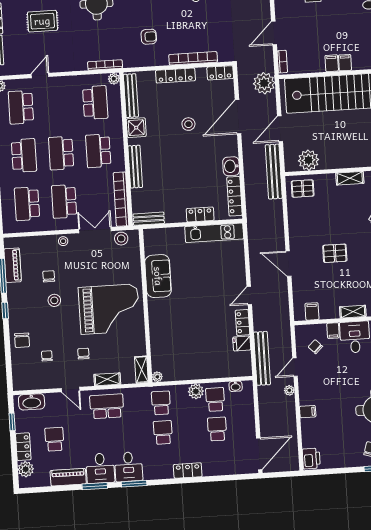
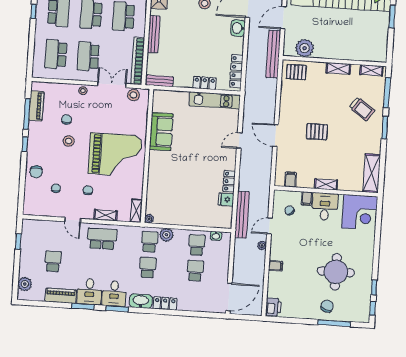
washbasin: (231, 166) -> (238, 28), moved
door: (249, 295) -> (239, 141), moved
plant: (196, 391) -> (166, 235), moved
washbasin: (32, 402) -> (141, 301), moved, turned 180
locker: (23, 447) -> (25, 264), removed

